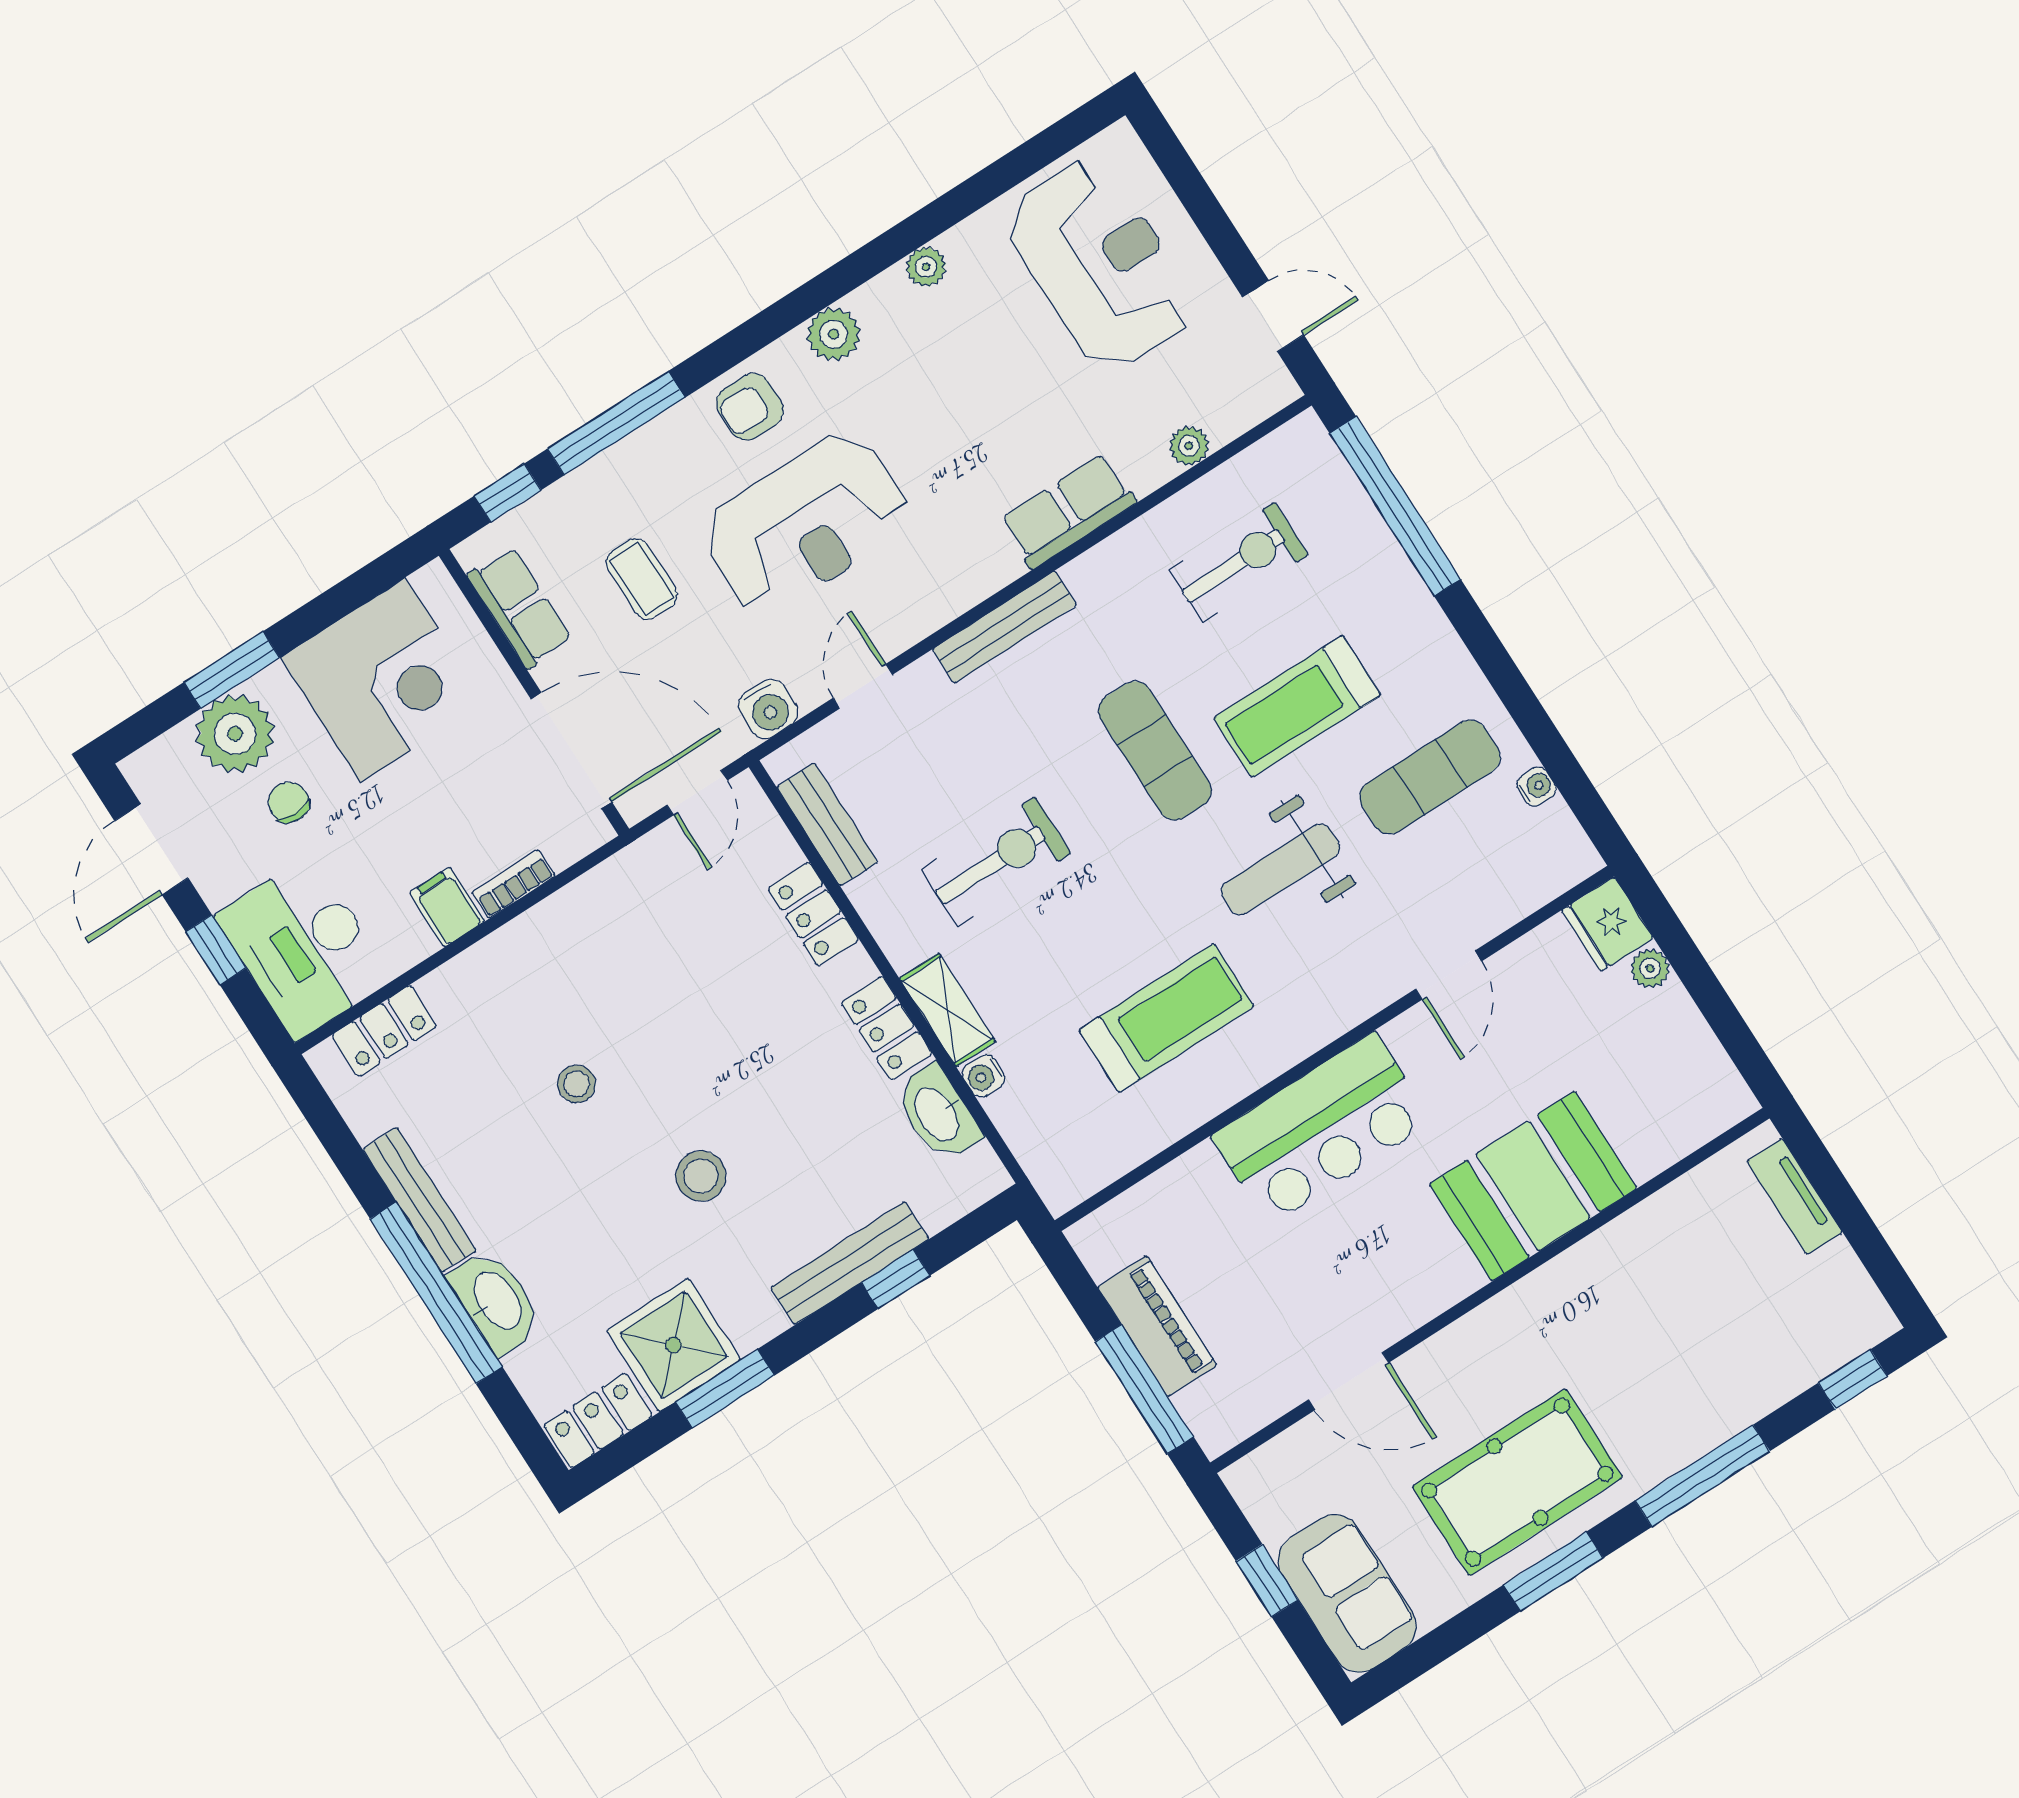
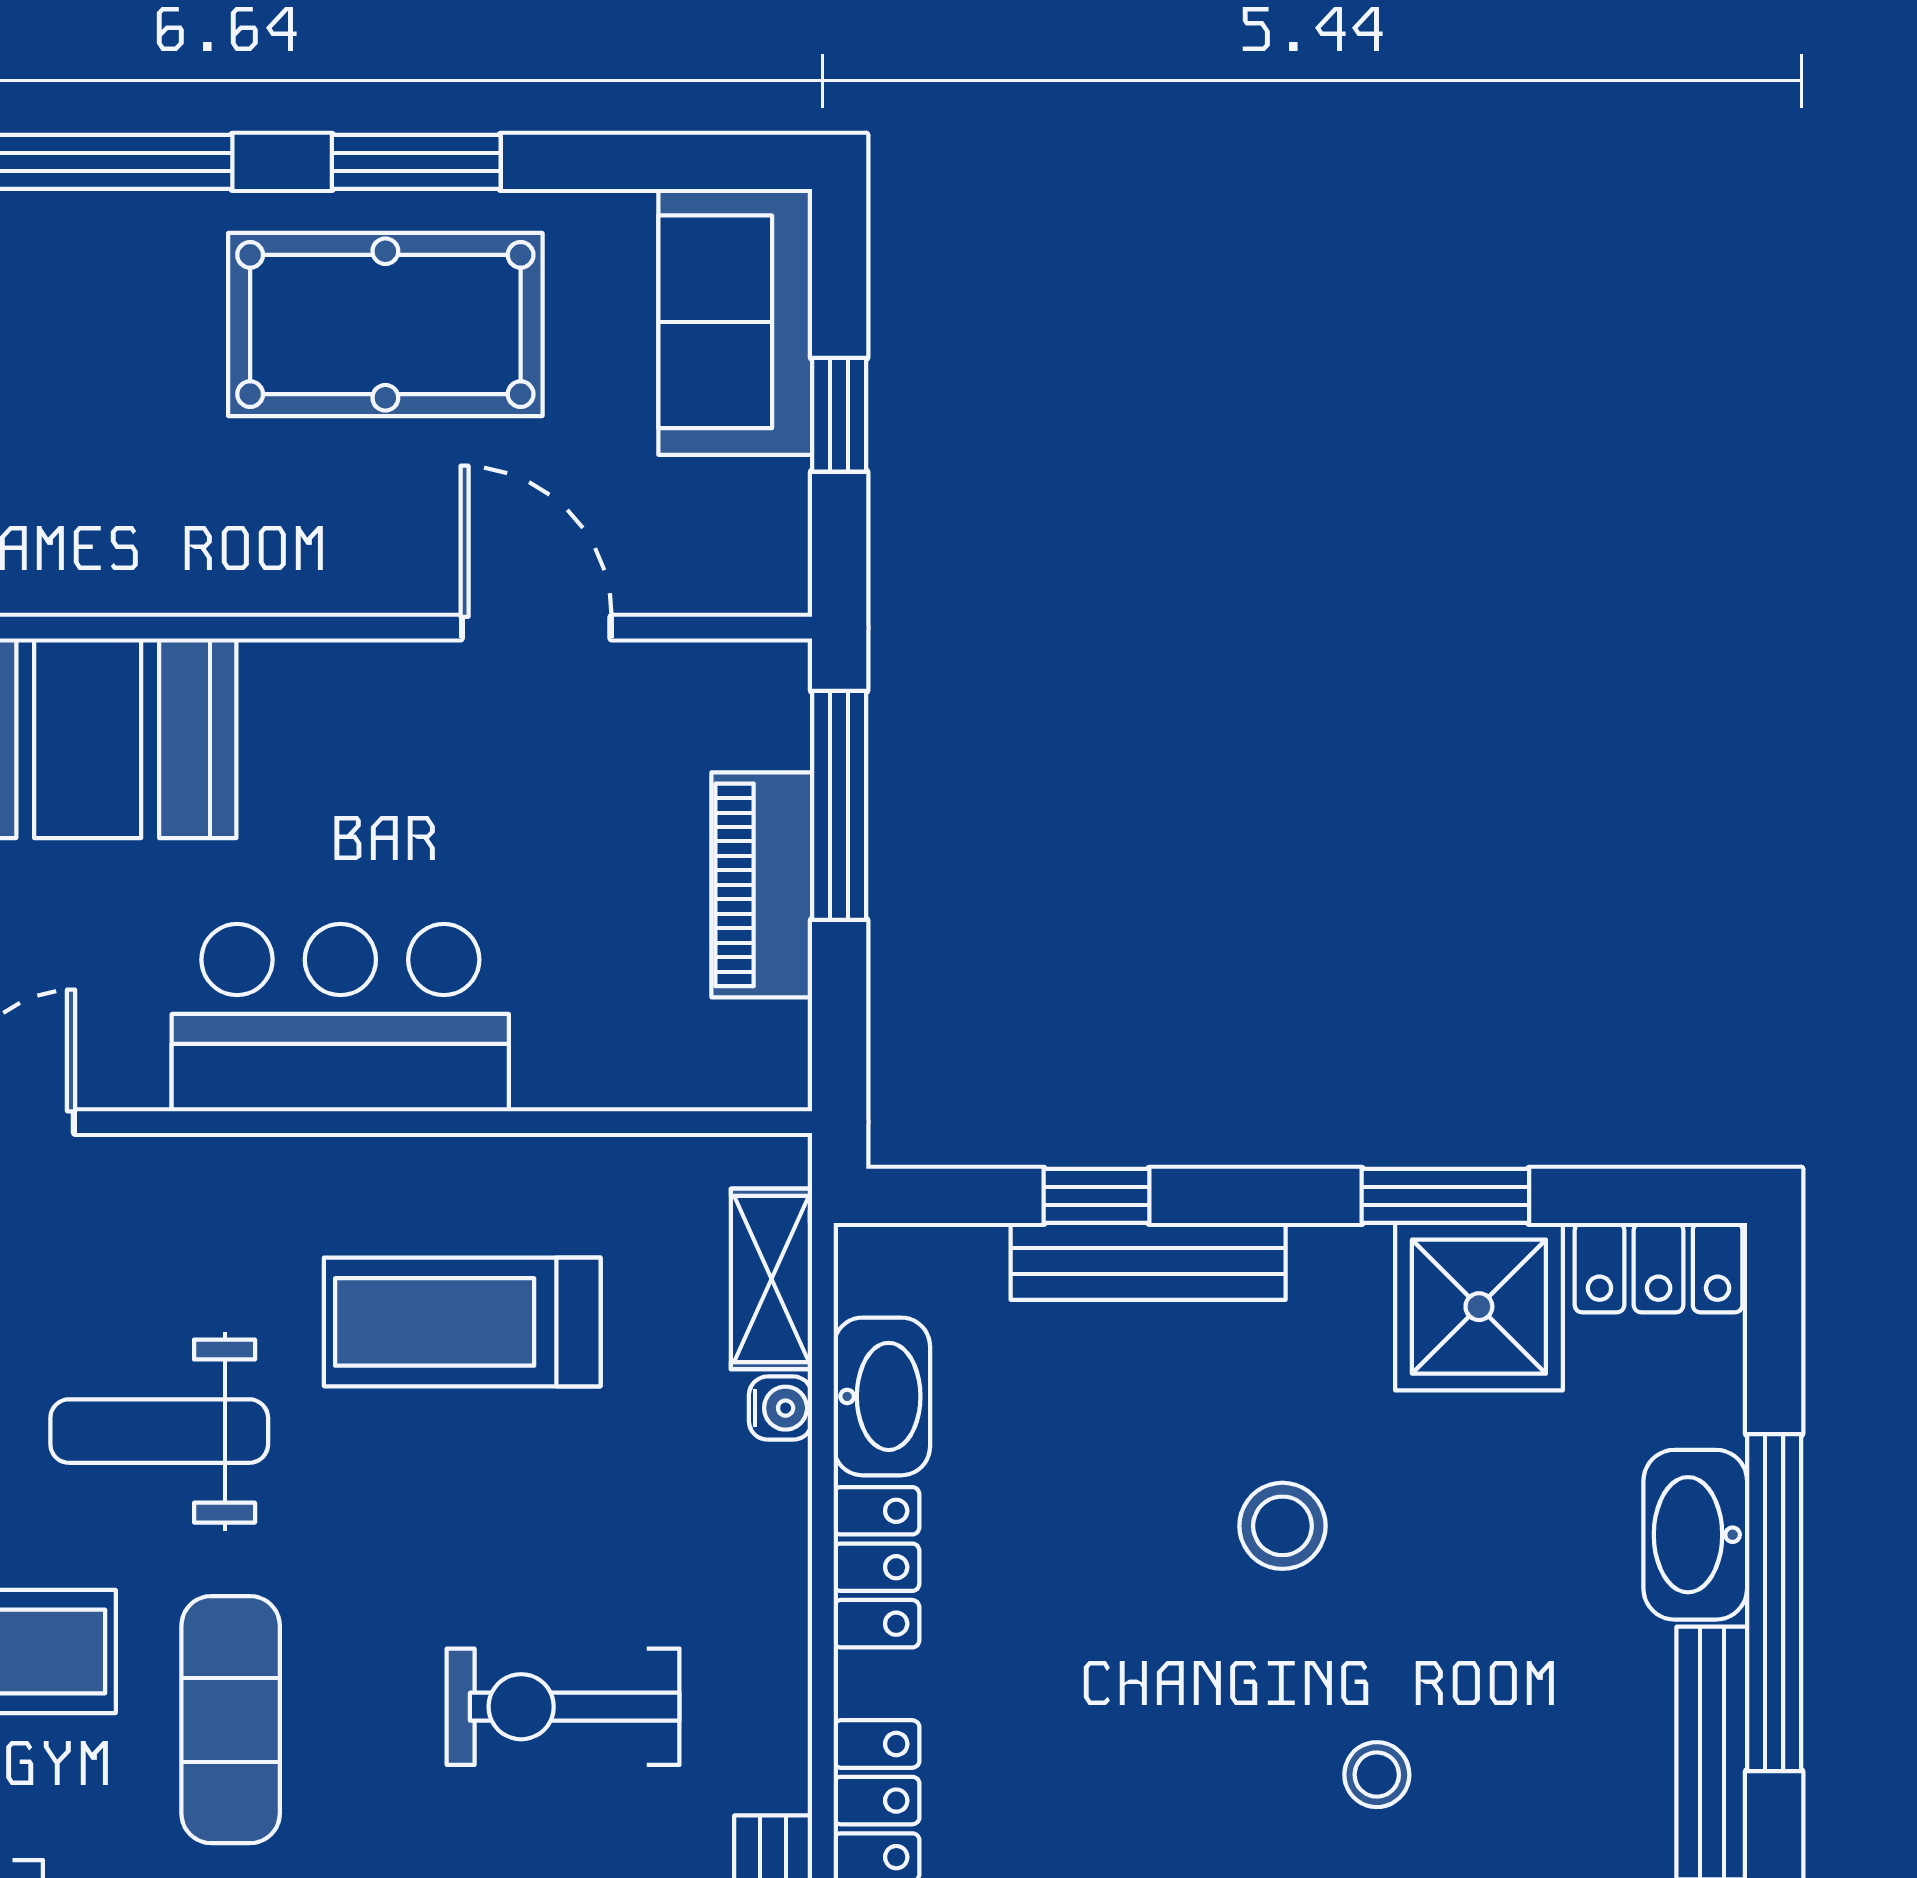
weight bench: (1280, 869) -> (159, 1431), turned 180
shelving: (947, 1010) -> (771, 1279), moved

